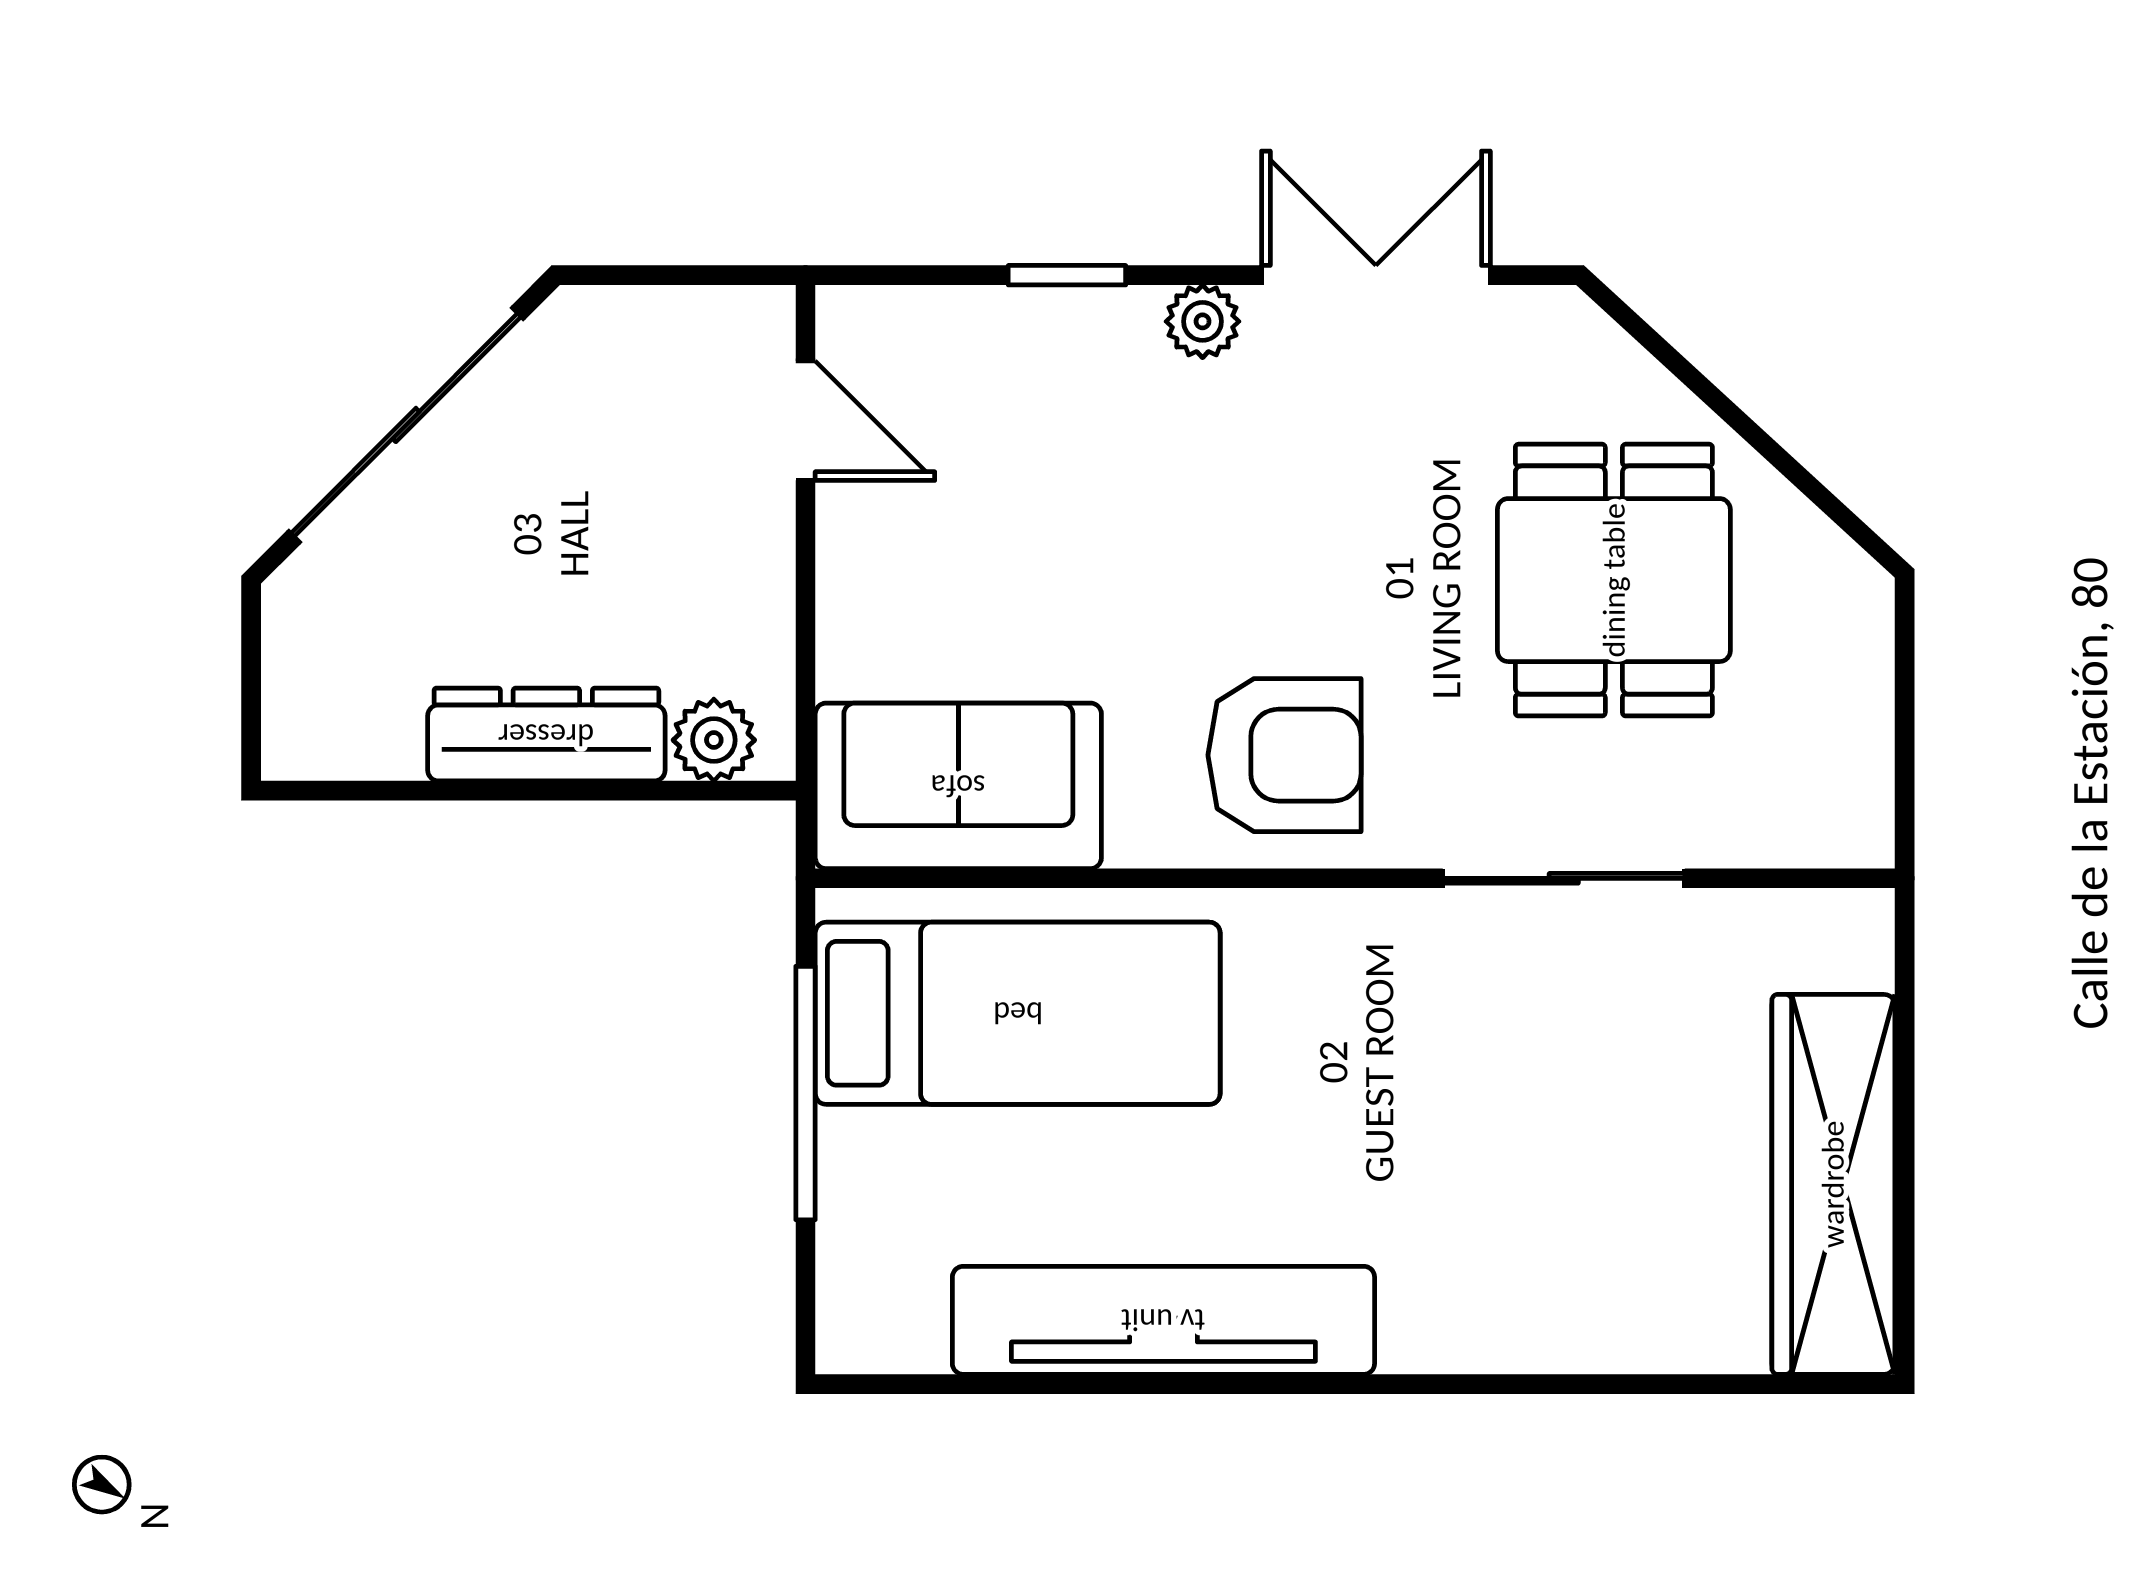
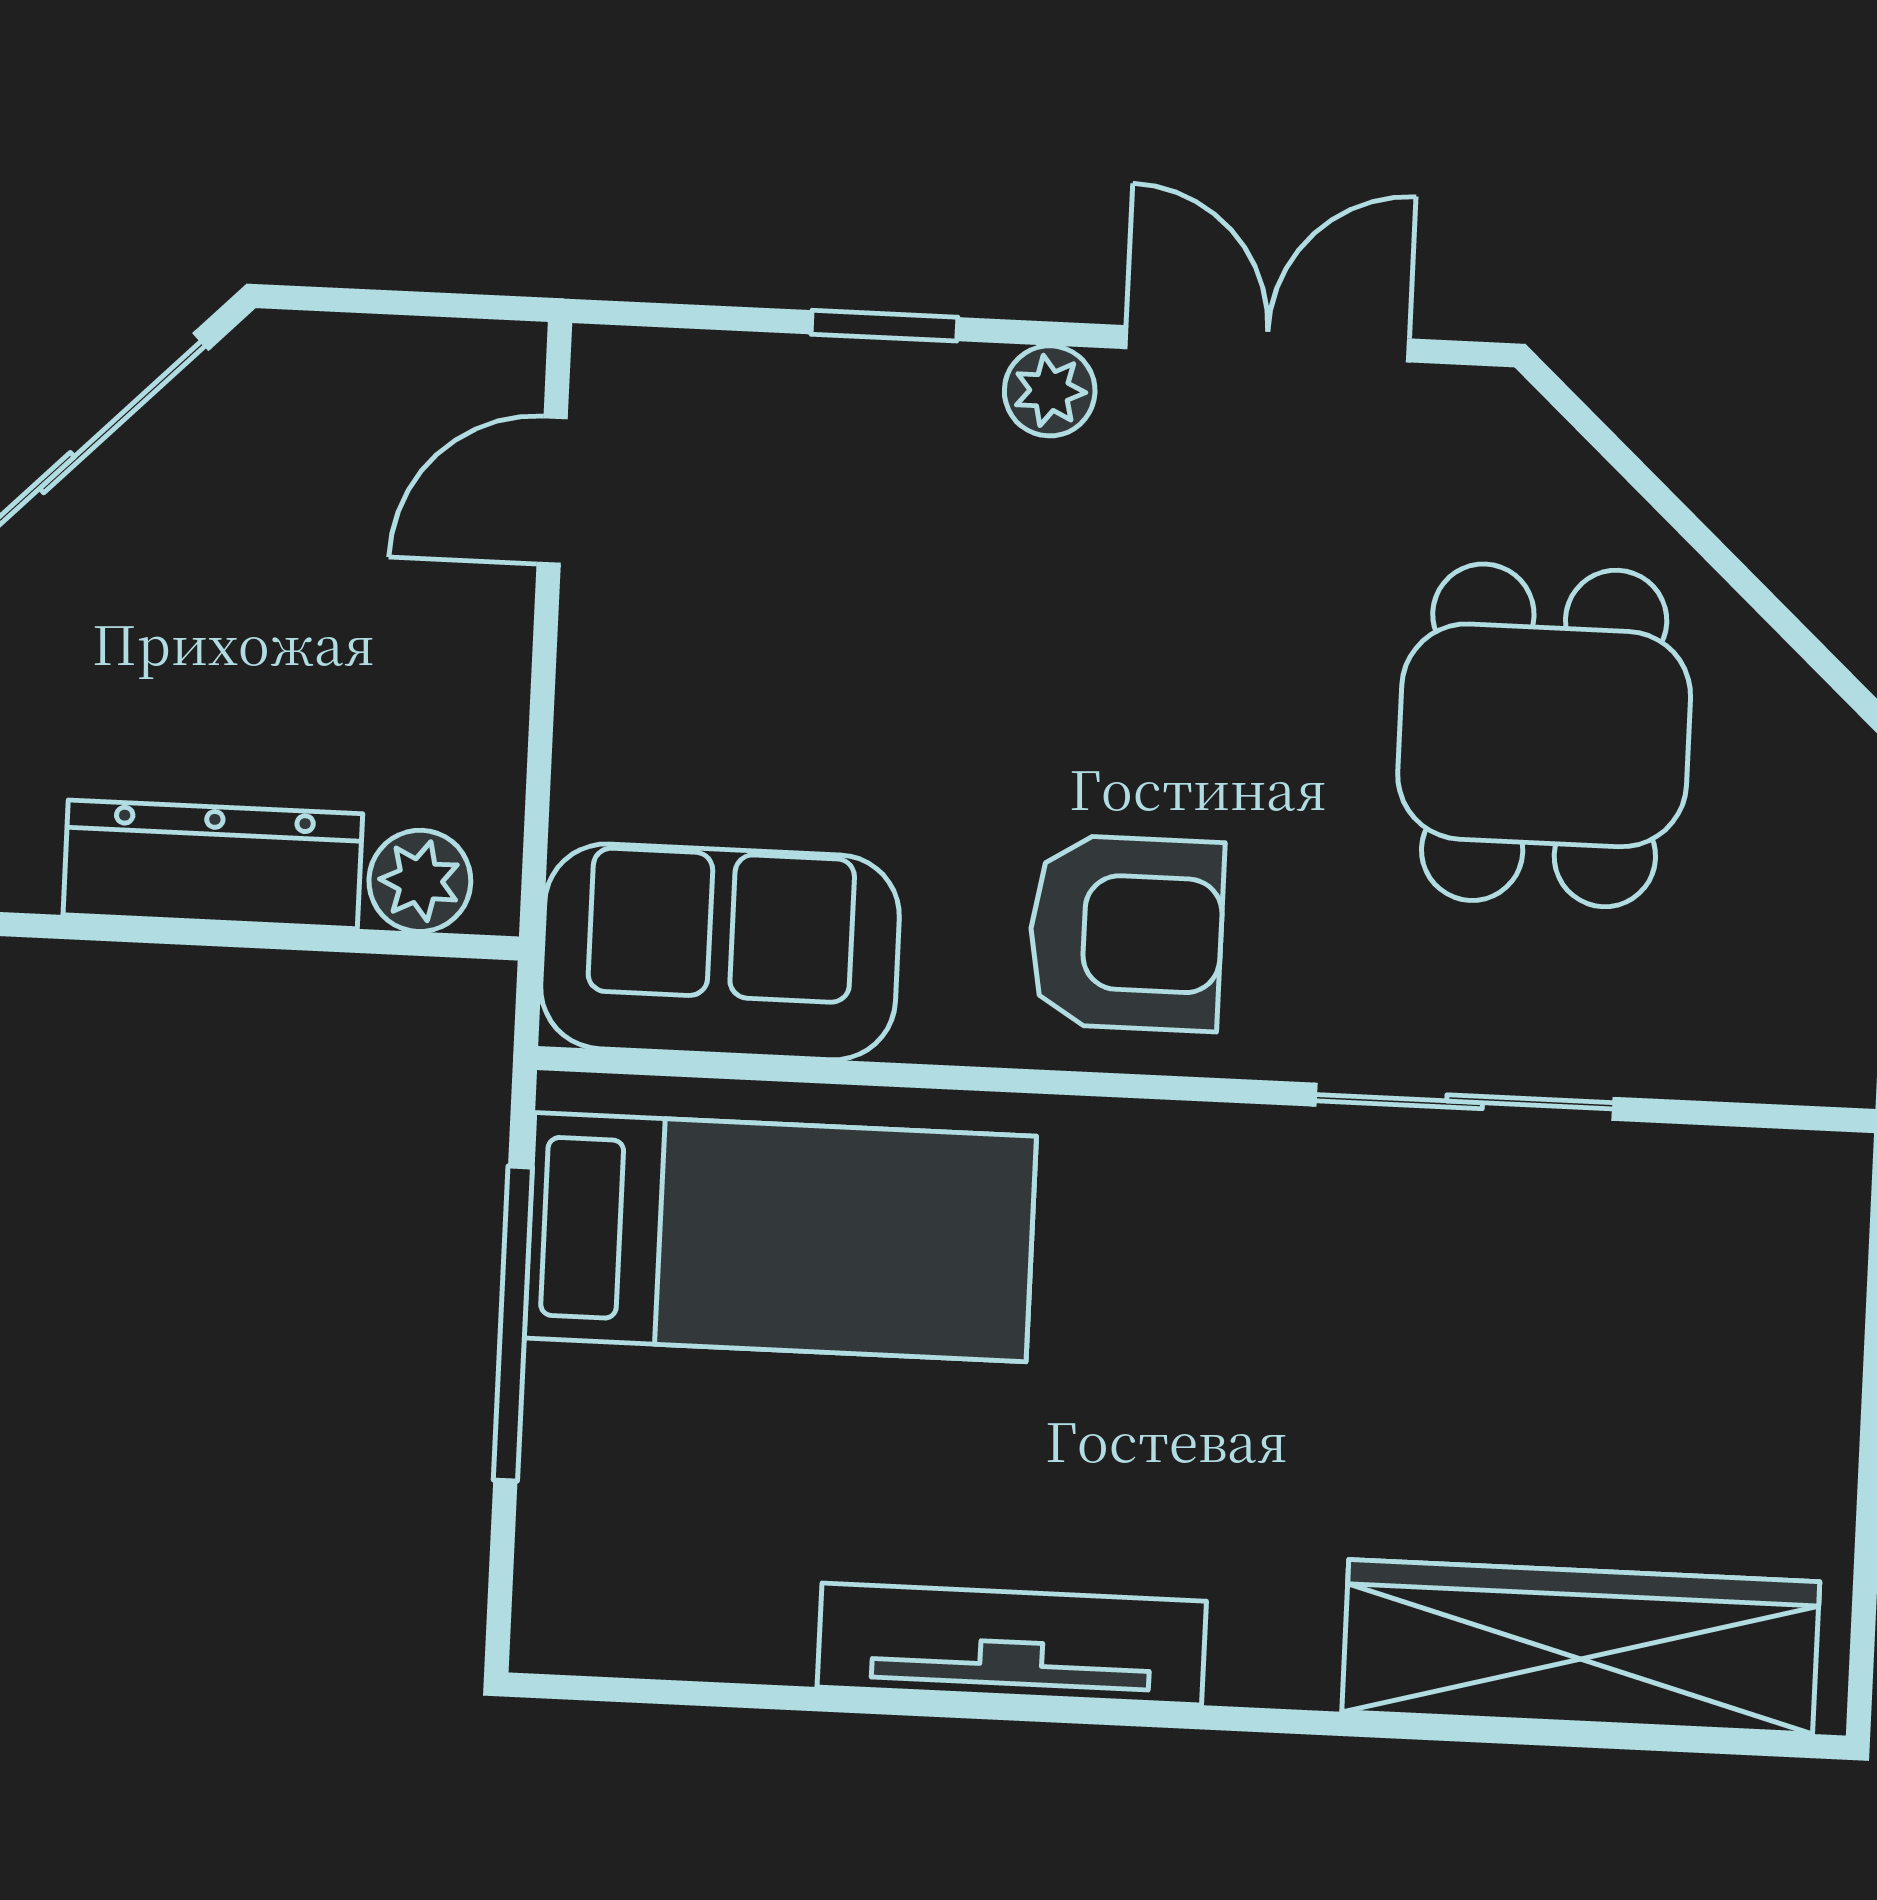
door: (806, 421) -> (552, 491), swing flipped
wardrobe: (1833, 1184) -> (1581, 1647), moved, turned 90
tv unit: (1163, 1320) -> (1012, 1644), width x0.73, depth x0.78

